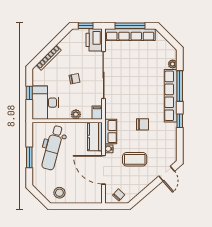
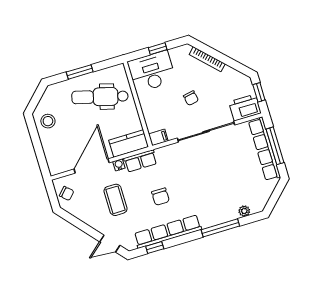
row of seats: (171, 96) -> (168, 232), moved
plant: (76, 114) -> (148, 113), removed
window: (180, 121) -> (155, 248), moved

